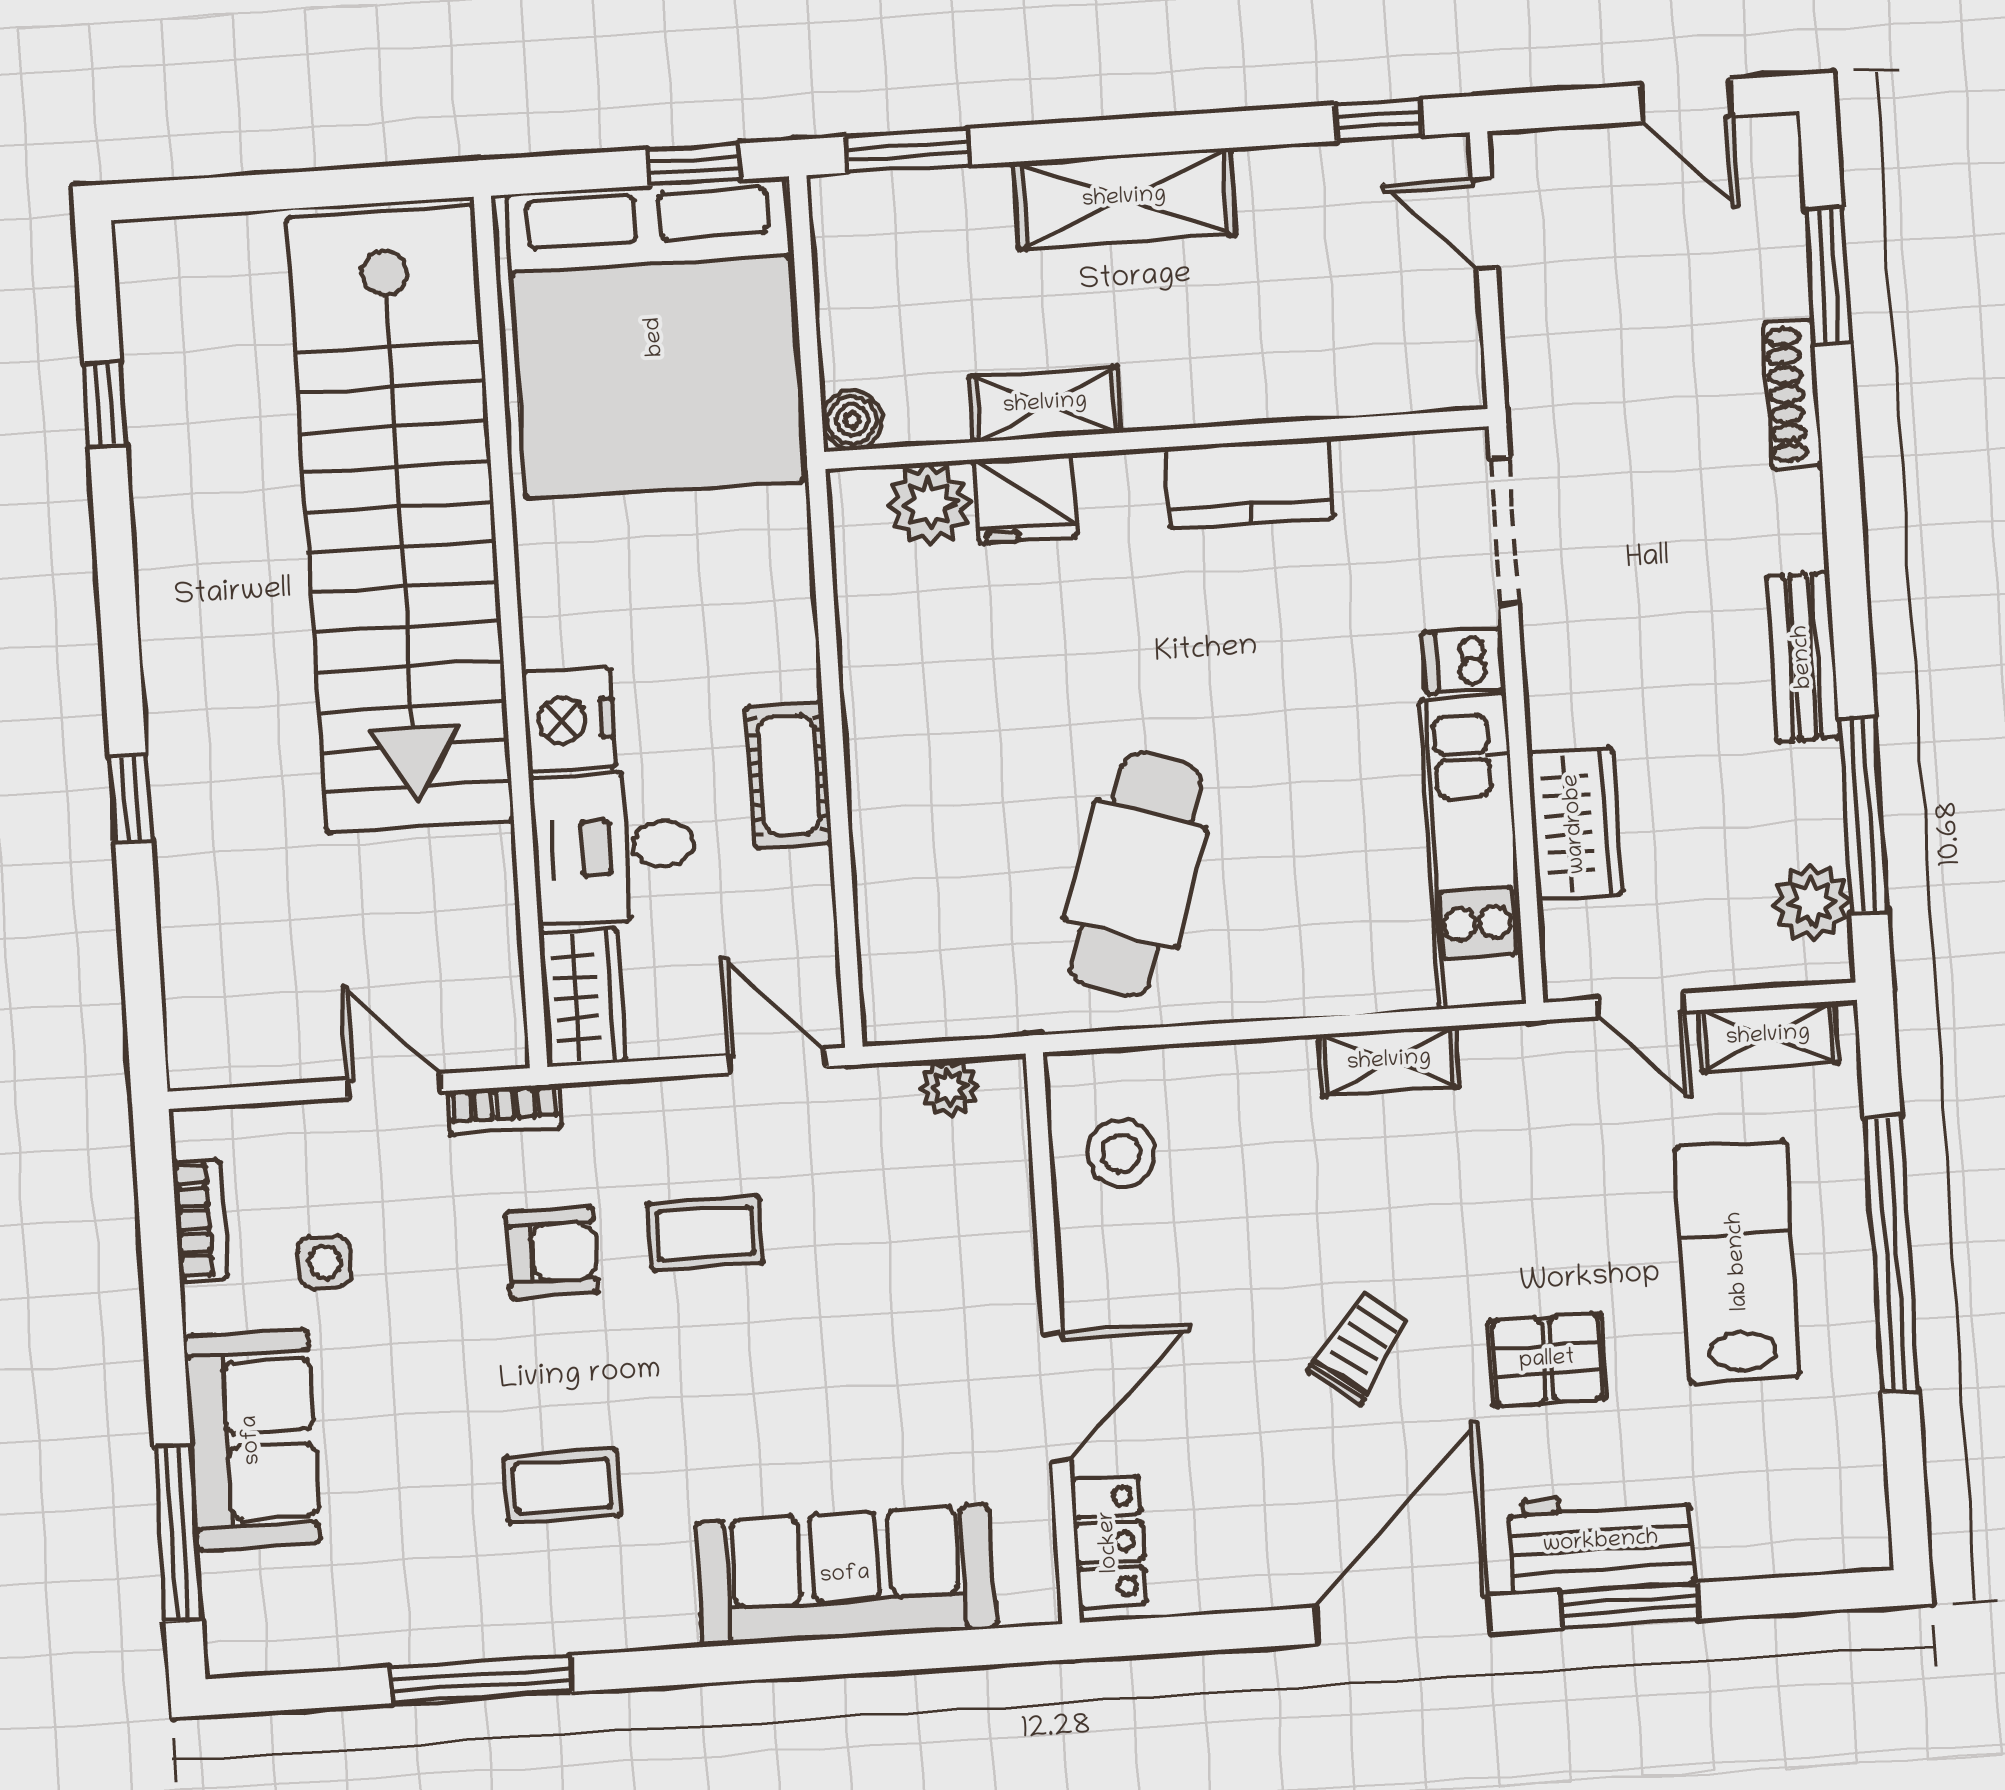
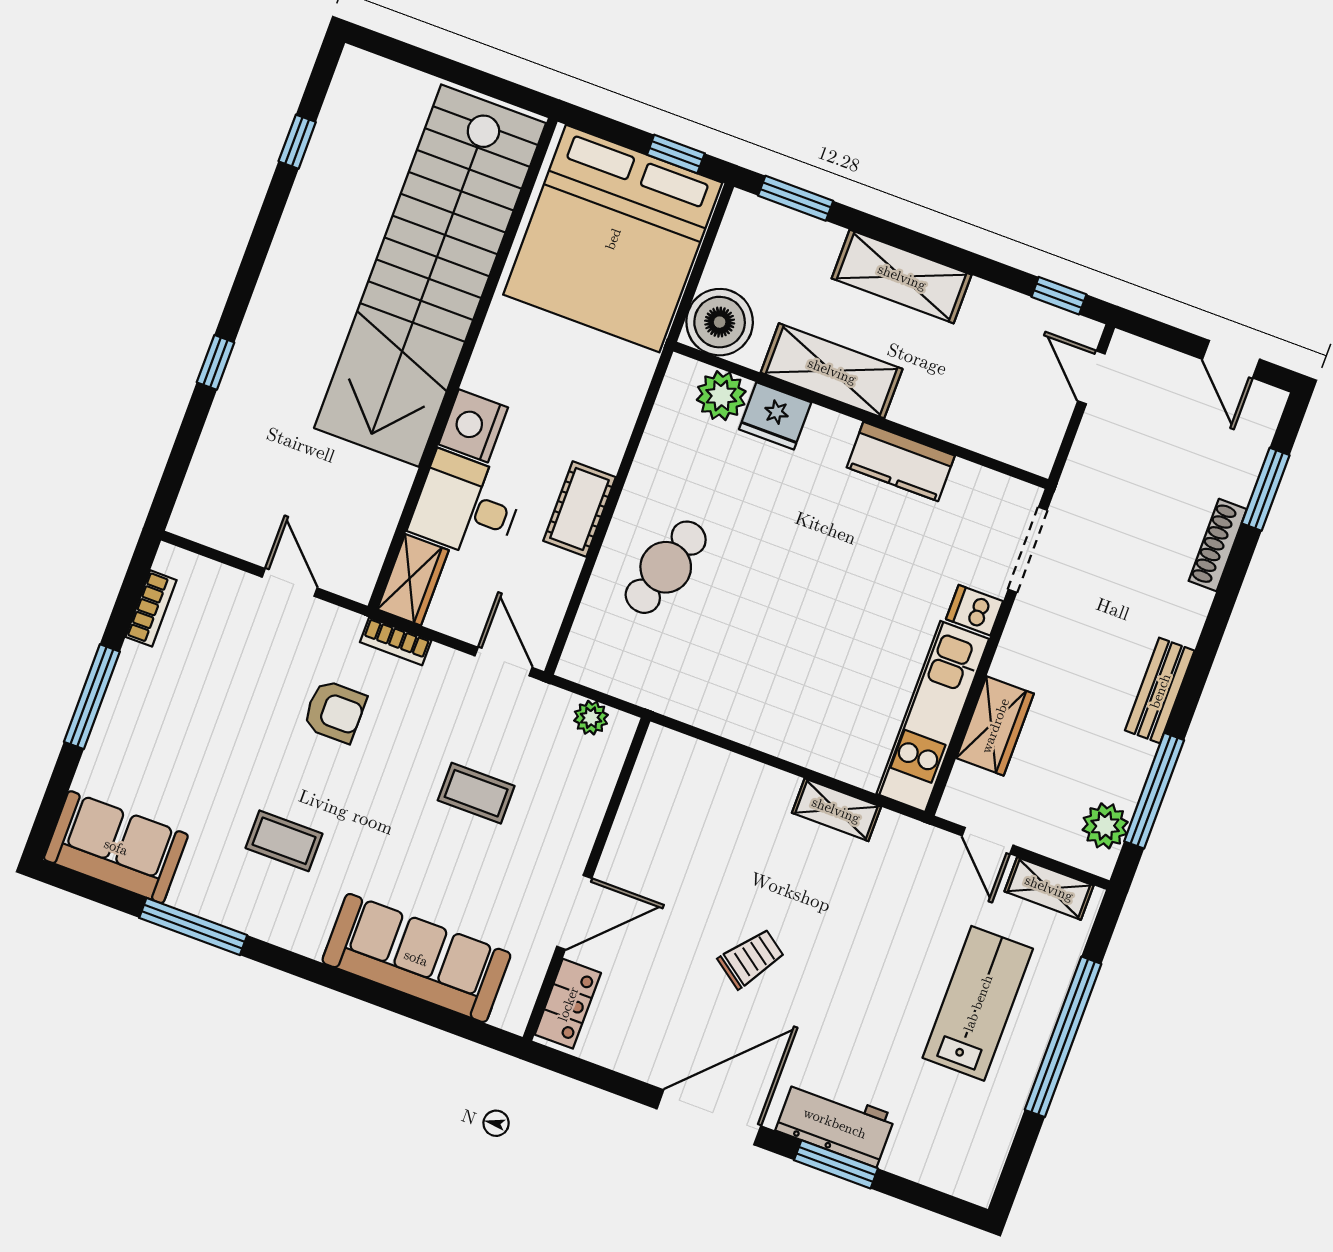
shelving: (1045, 404) -> (832, 371), width x1.50, depth x1.33
boiler: (852, 420) -> (720, 322), width x1.86, depth x1.86
cafe table: (1136, 874) -> (666, 567), moved, width x0.73, depth x0.74
bookcase: (505, 1110) -> (396, 641), moved
stool: (1121, 1153) -> (669, 795), removed
coffee table: (705, 1233) -> (476, 793), moved
side table: (325, 1262) -> (209, 661), removed
pallet: (1547, 1360) -> (850, 1011), removed
sofa: (252, 1440) -> (116, 847), moved, turned -90
window: (178, 1533) -> (92, 697), moved

